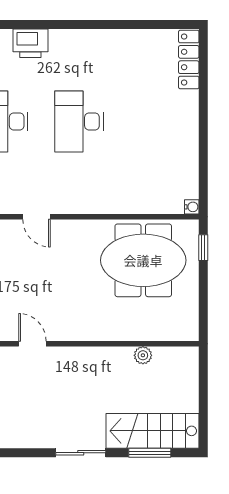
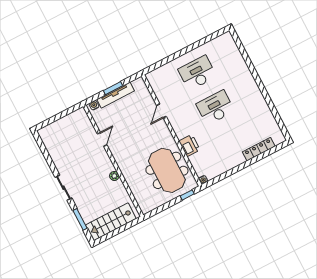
printer: (30, 43) -> (189, 145), moved, turned 180
locker: (189, 60) -> (259, 149), moved
plant: (143, 355) -> (114, 176), moved
stairs: (153, 431) -> (111, 222), moved, turned -90

